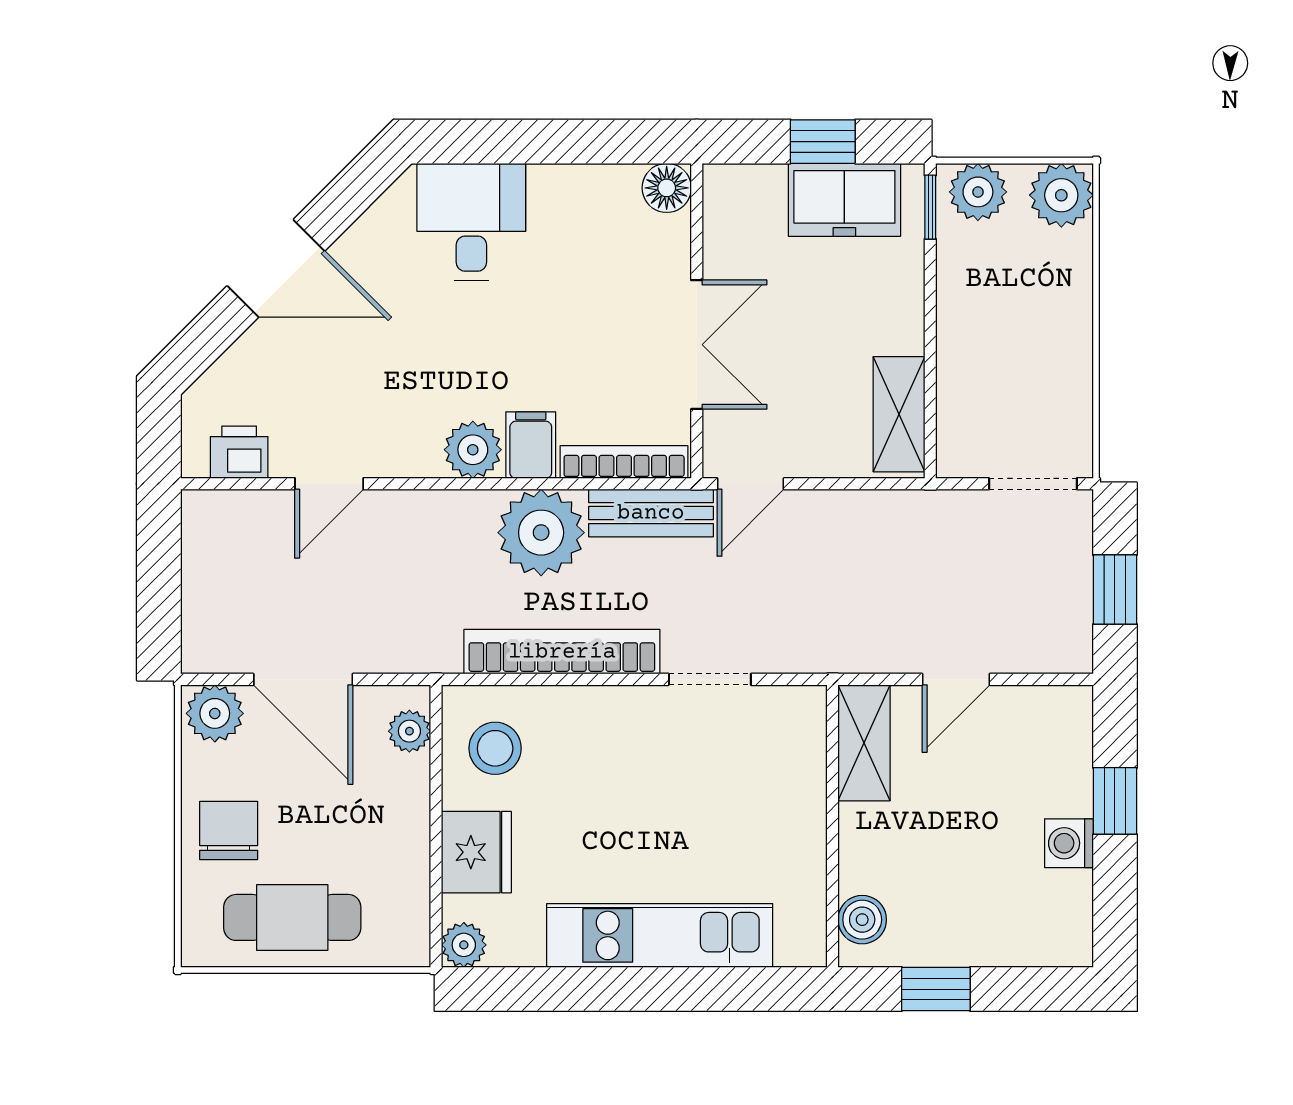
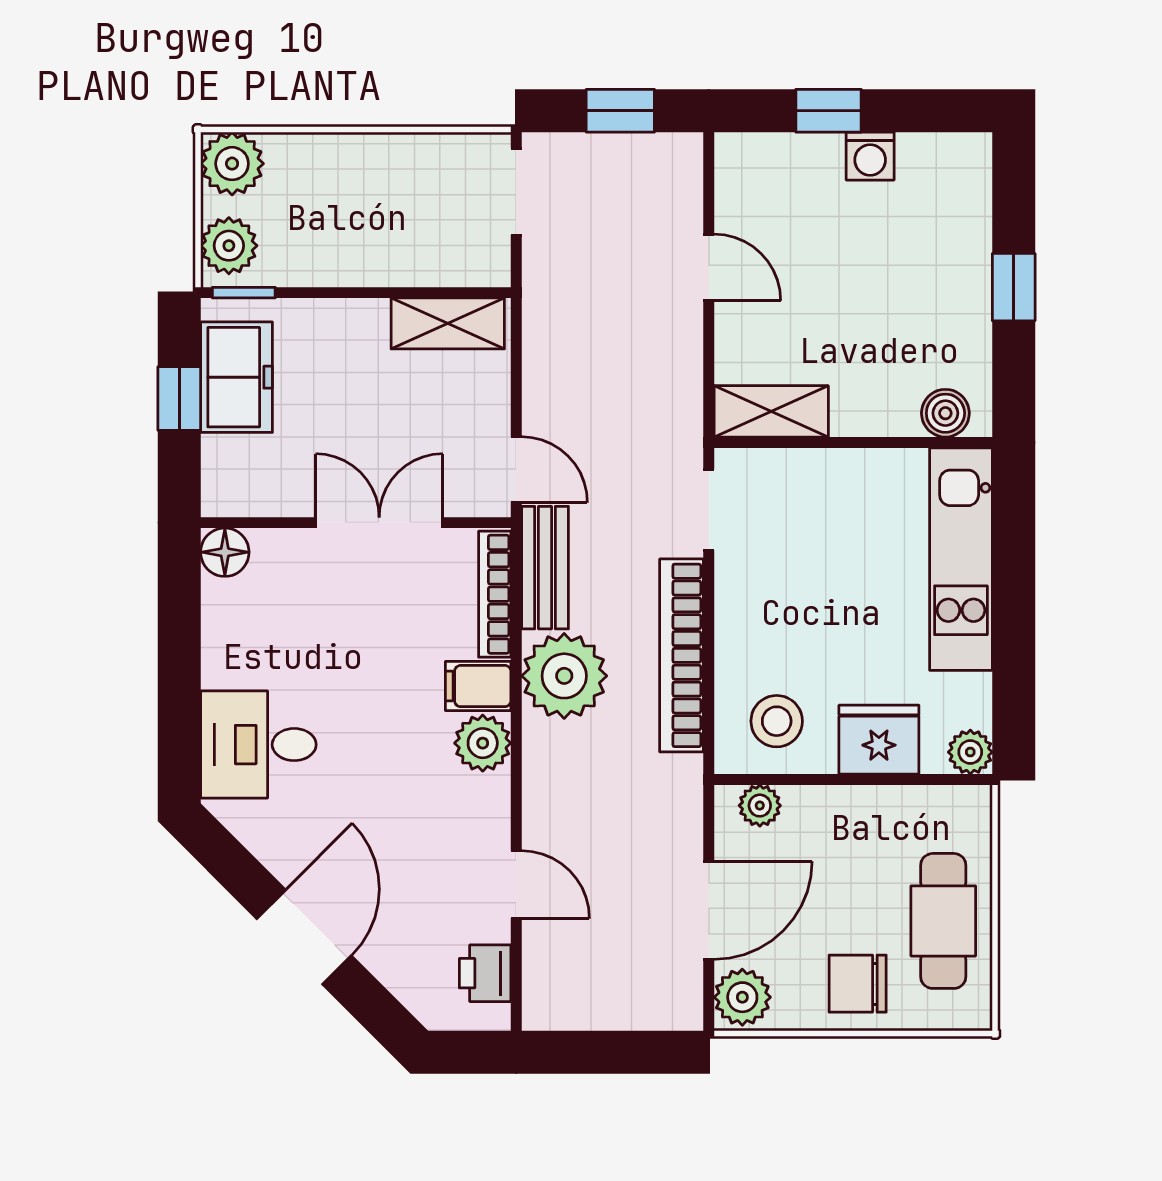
shelving: (864, 743) -> (771, 411), moved
wall: (833, 826) -> (853, 442), moved
boiler: (862, 920) -> (945, 413), moved

